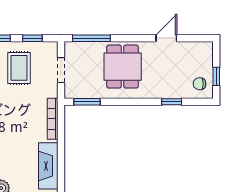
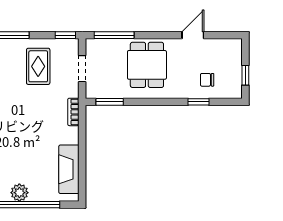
window: (32, 38) -> (65, 35), moved
chair: (199, 84) -> (207, 80), moved
bookcase: (53, 119) -> (73, 112), width x0.64

